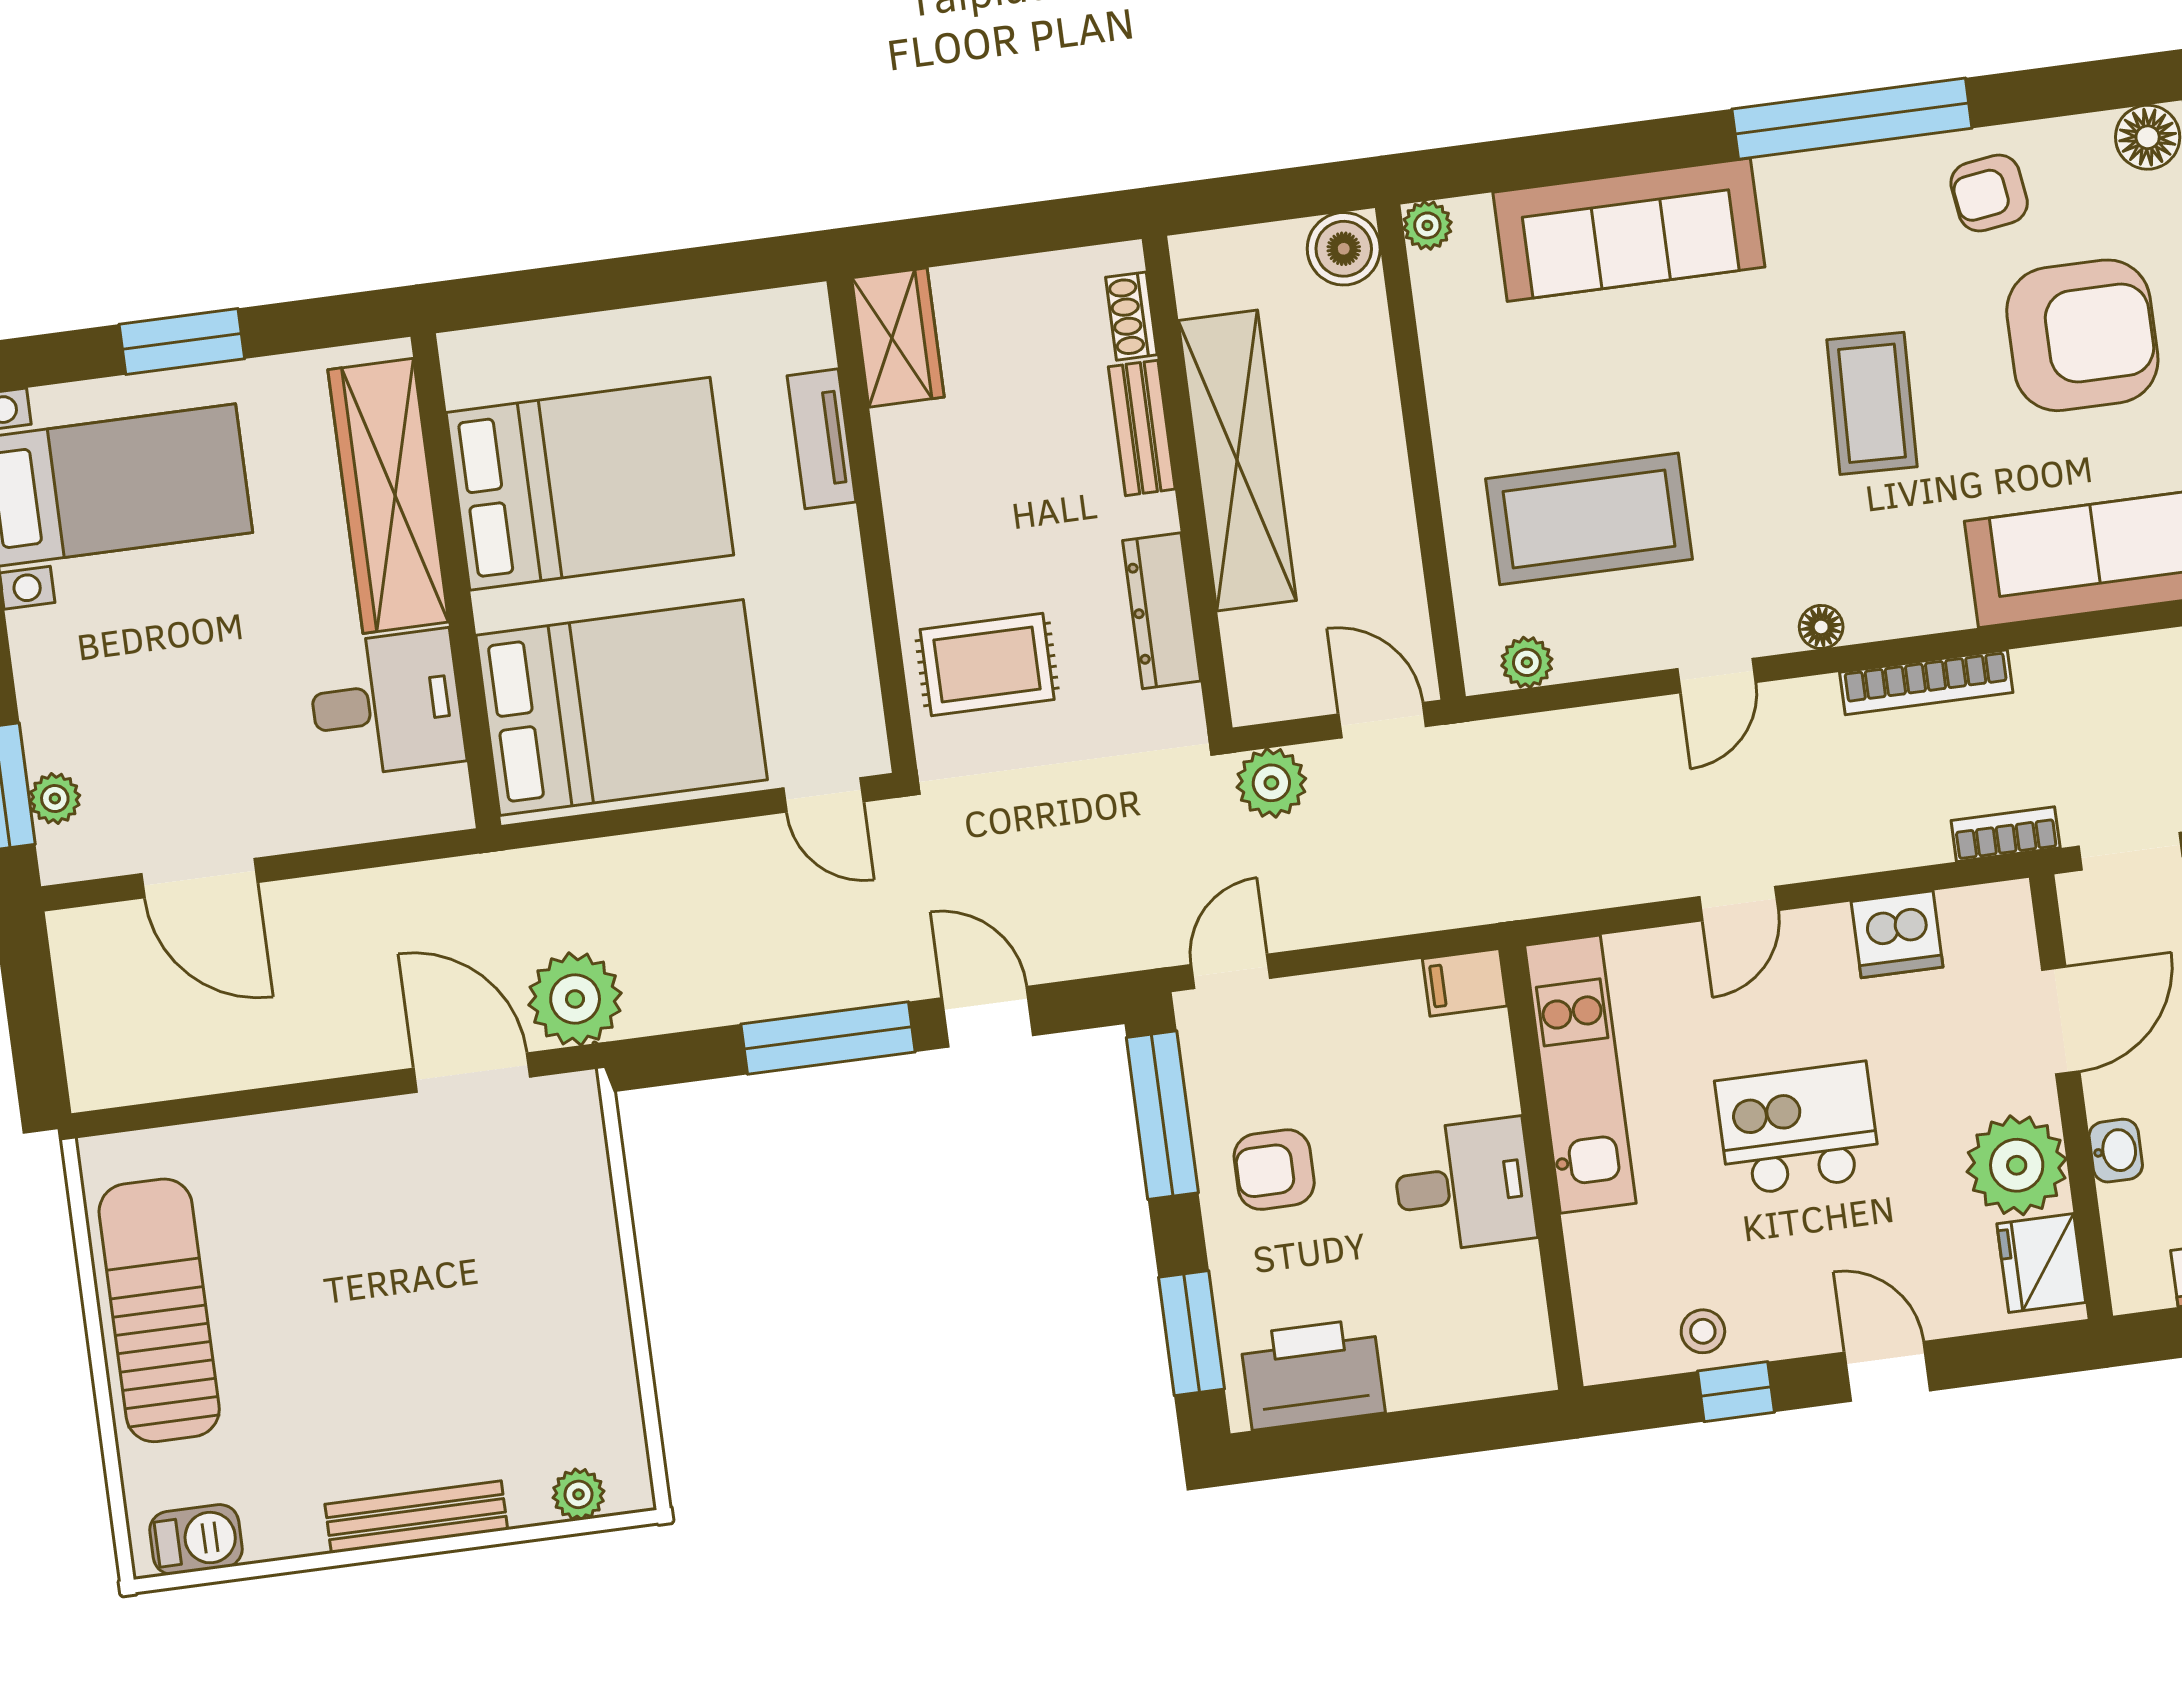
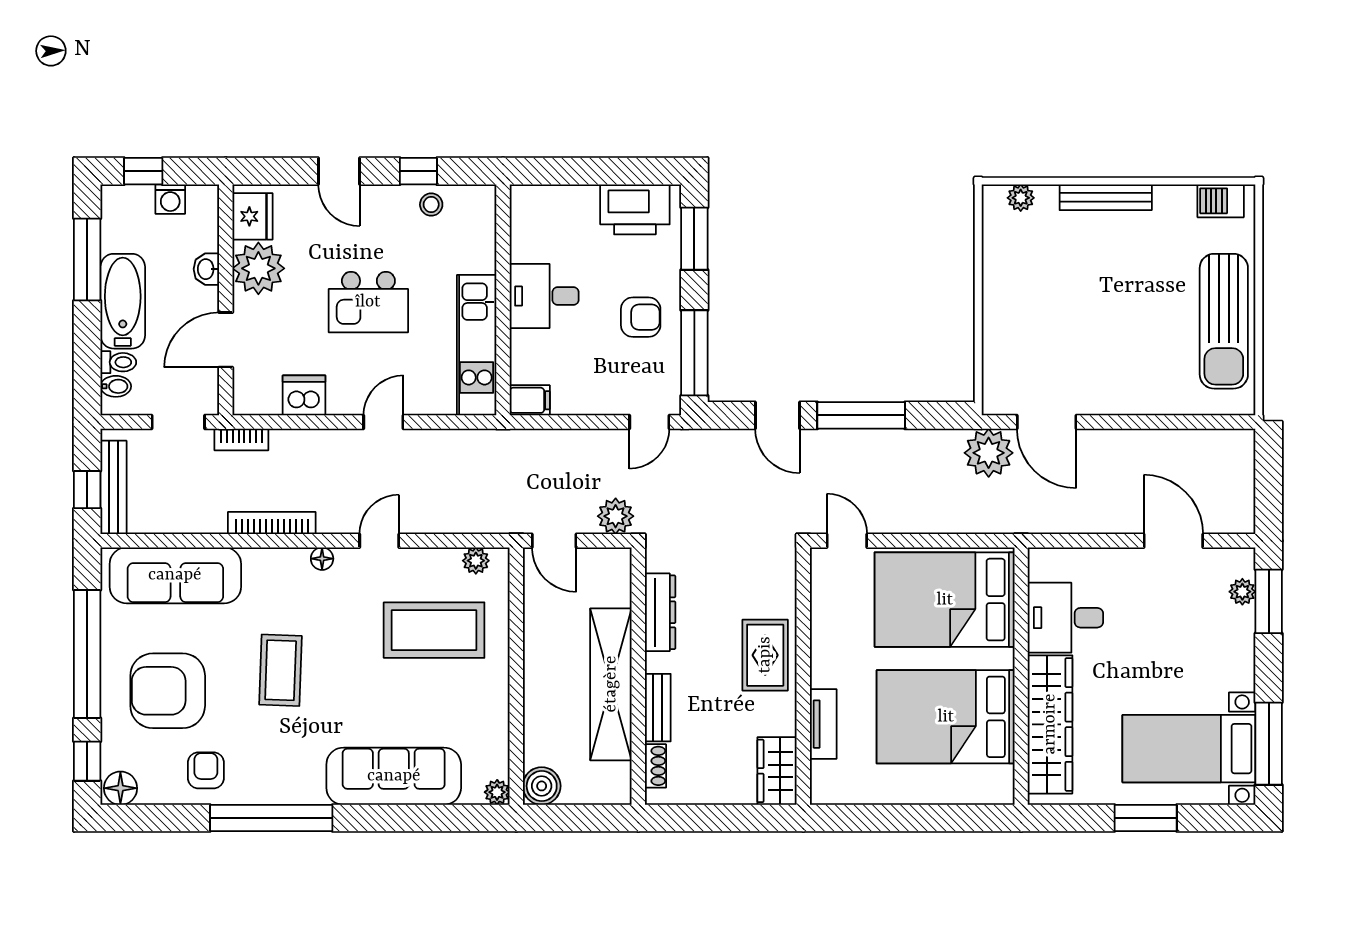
armchair: (1989, 193) -> (206, 770), turned -82
rug: (987, 664) -> (765, 655), moved, turned 90

